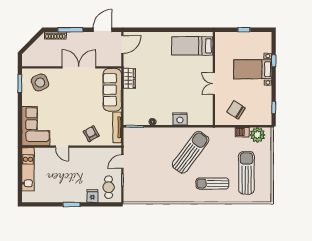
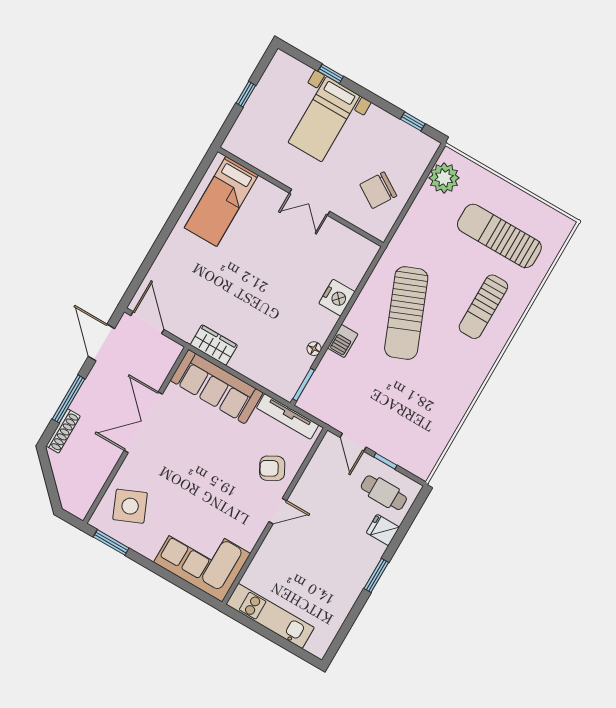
barbecue: (242, 132) -> (343, 341), moved
door: (62, 147) -> (278, 511), moved
sun lounger: (191, 152) -> (406, 313), turned -149

